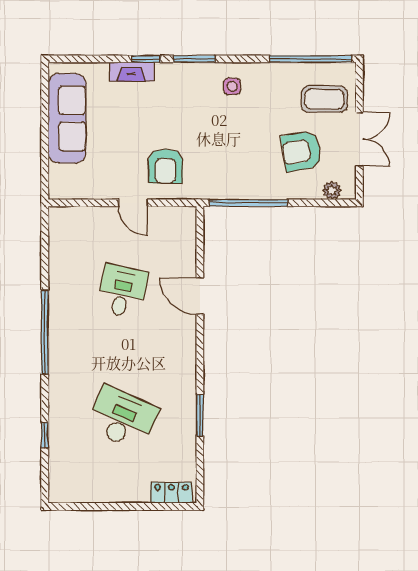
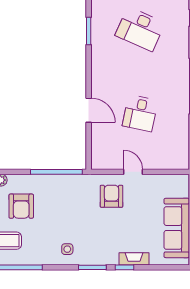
armchair: (302, 151) -> (21, 206), turned 100

